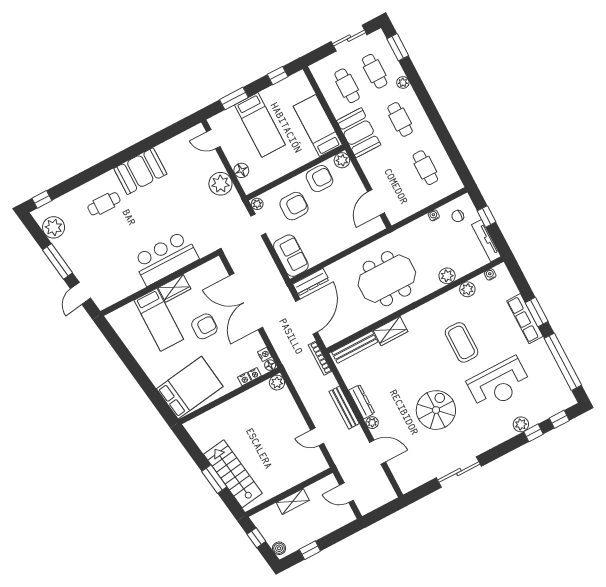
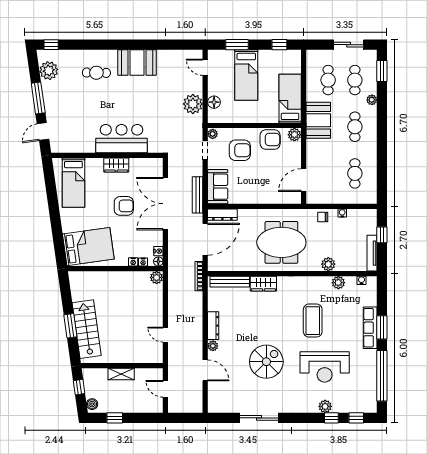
chair: (458, 216) -> (323, 217), moved
bed: (159, 320) -> (73, 183), moved
bench: (344, 408) -> (198, 195), moved

